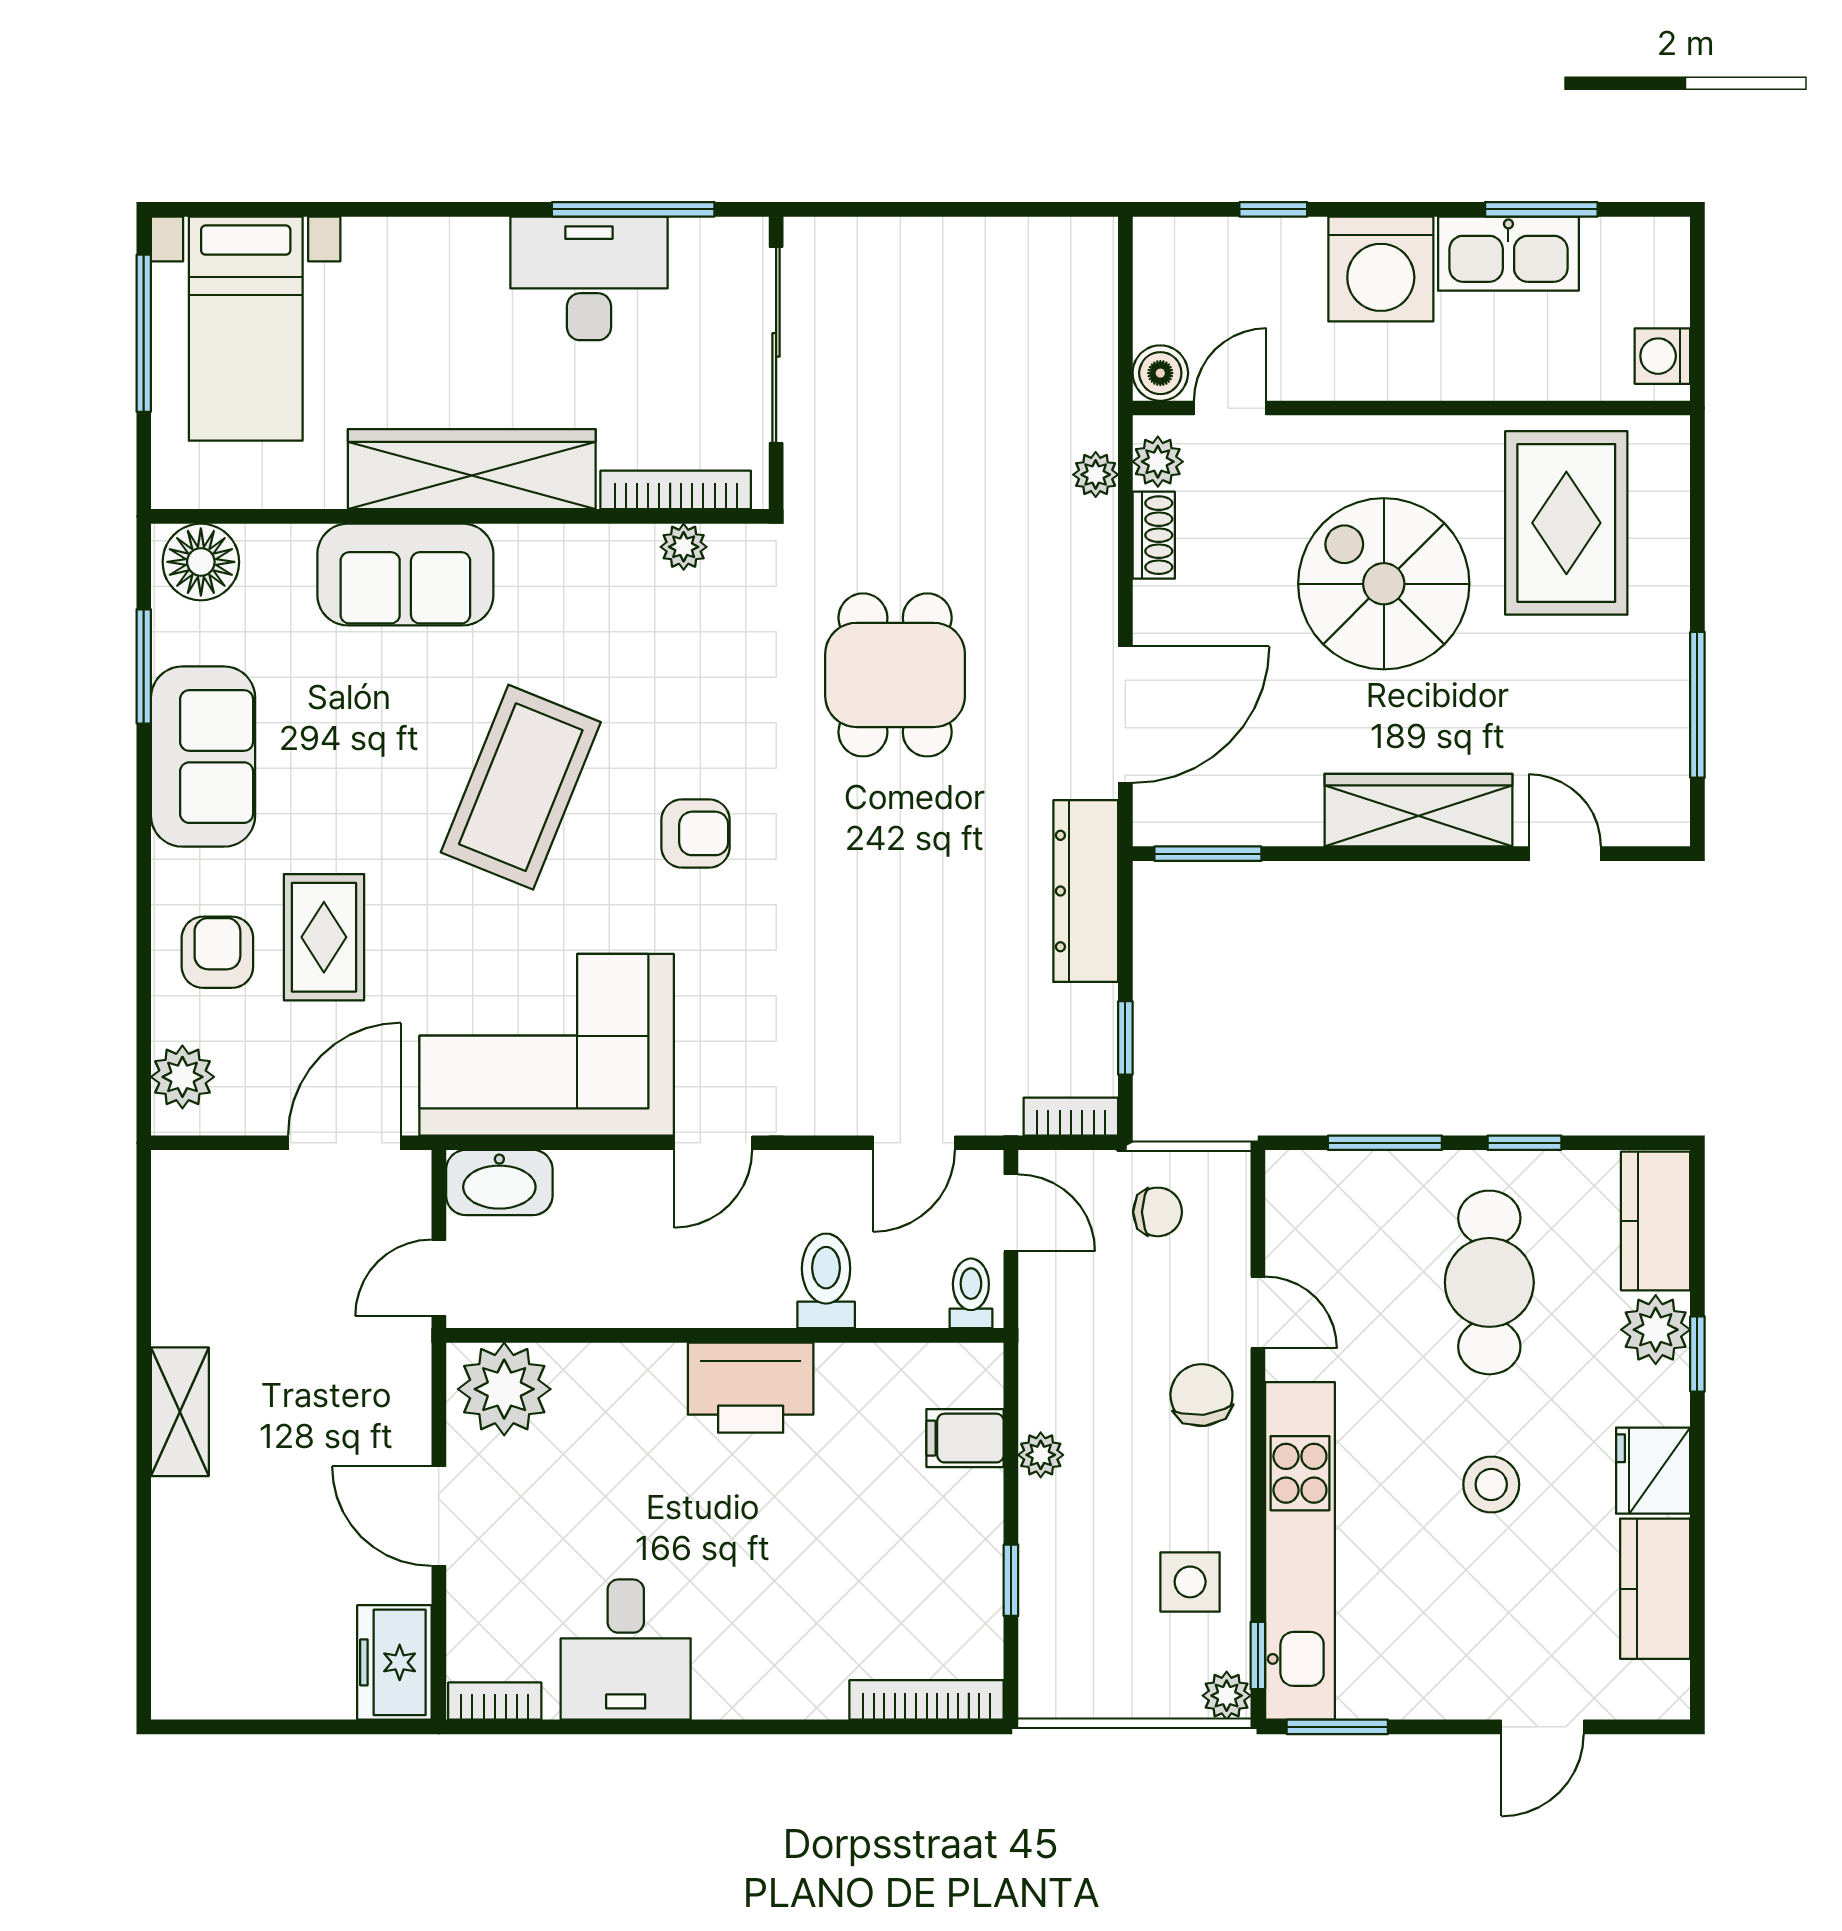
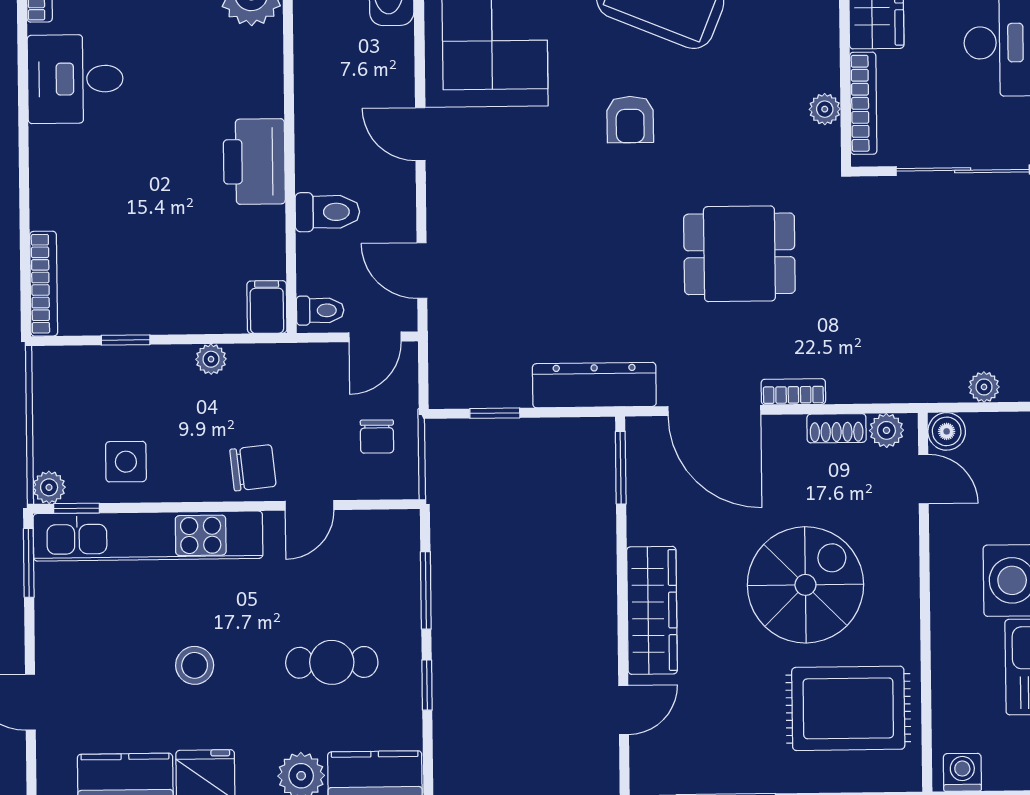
plant: (1096, 475) -> (984, 387), moved
bookcase: (1071, 1117) -> (793, 392), moved, turned -90
cafe table: (1489, 1282) -> (332, 662), width x0.73, depth x0.74
filing cabinet: (965, 1438) -> (267, 307), moved

